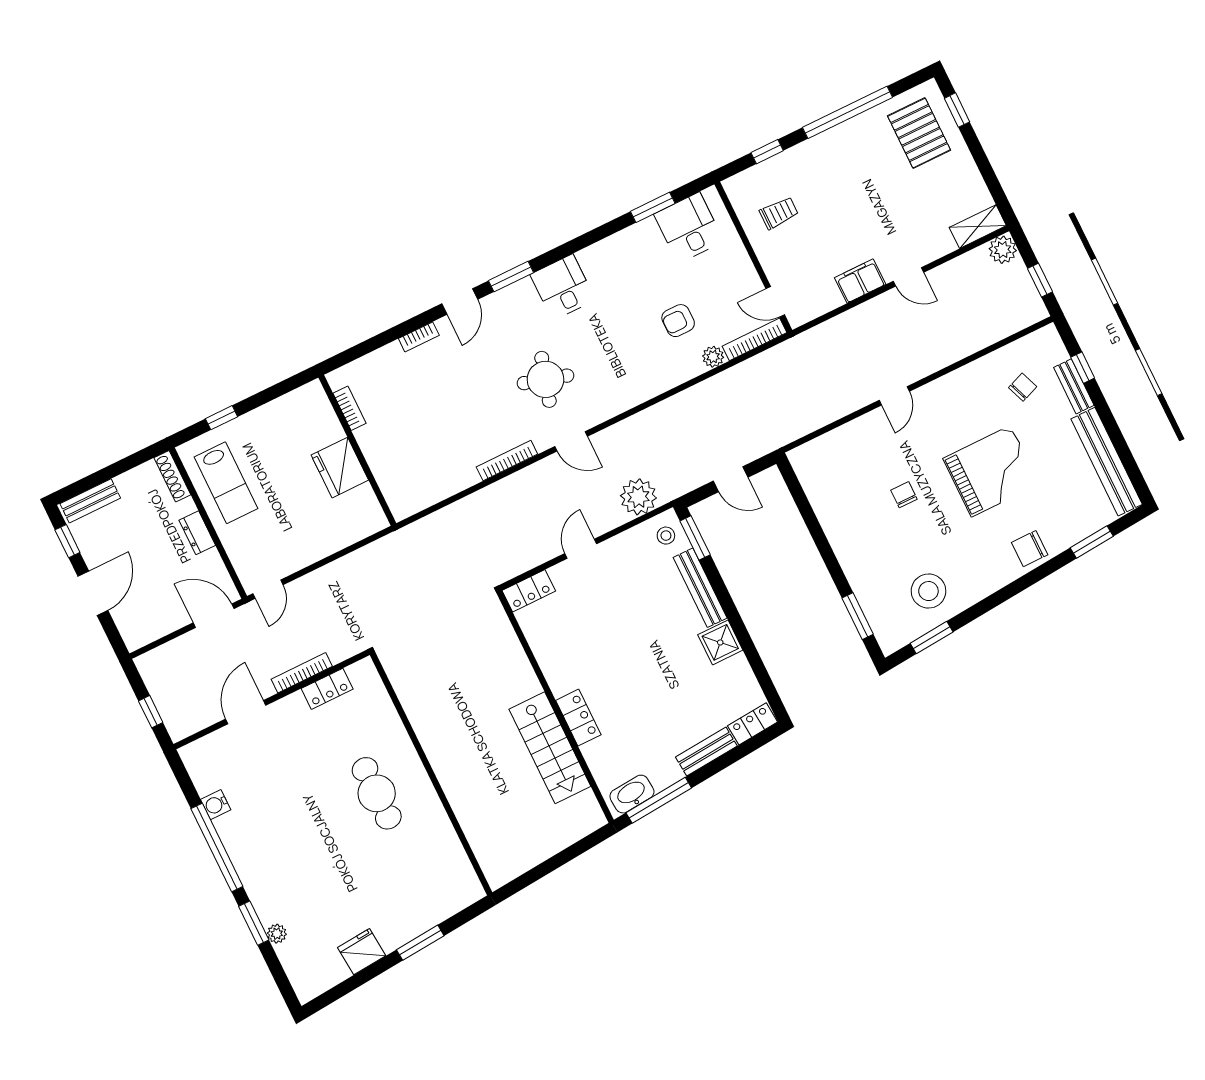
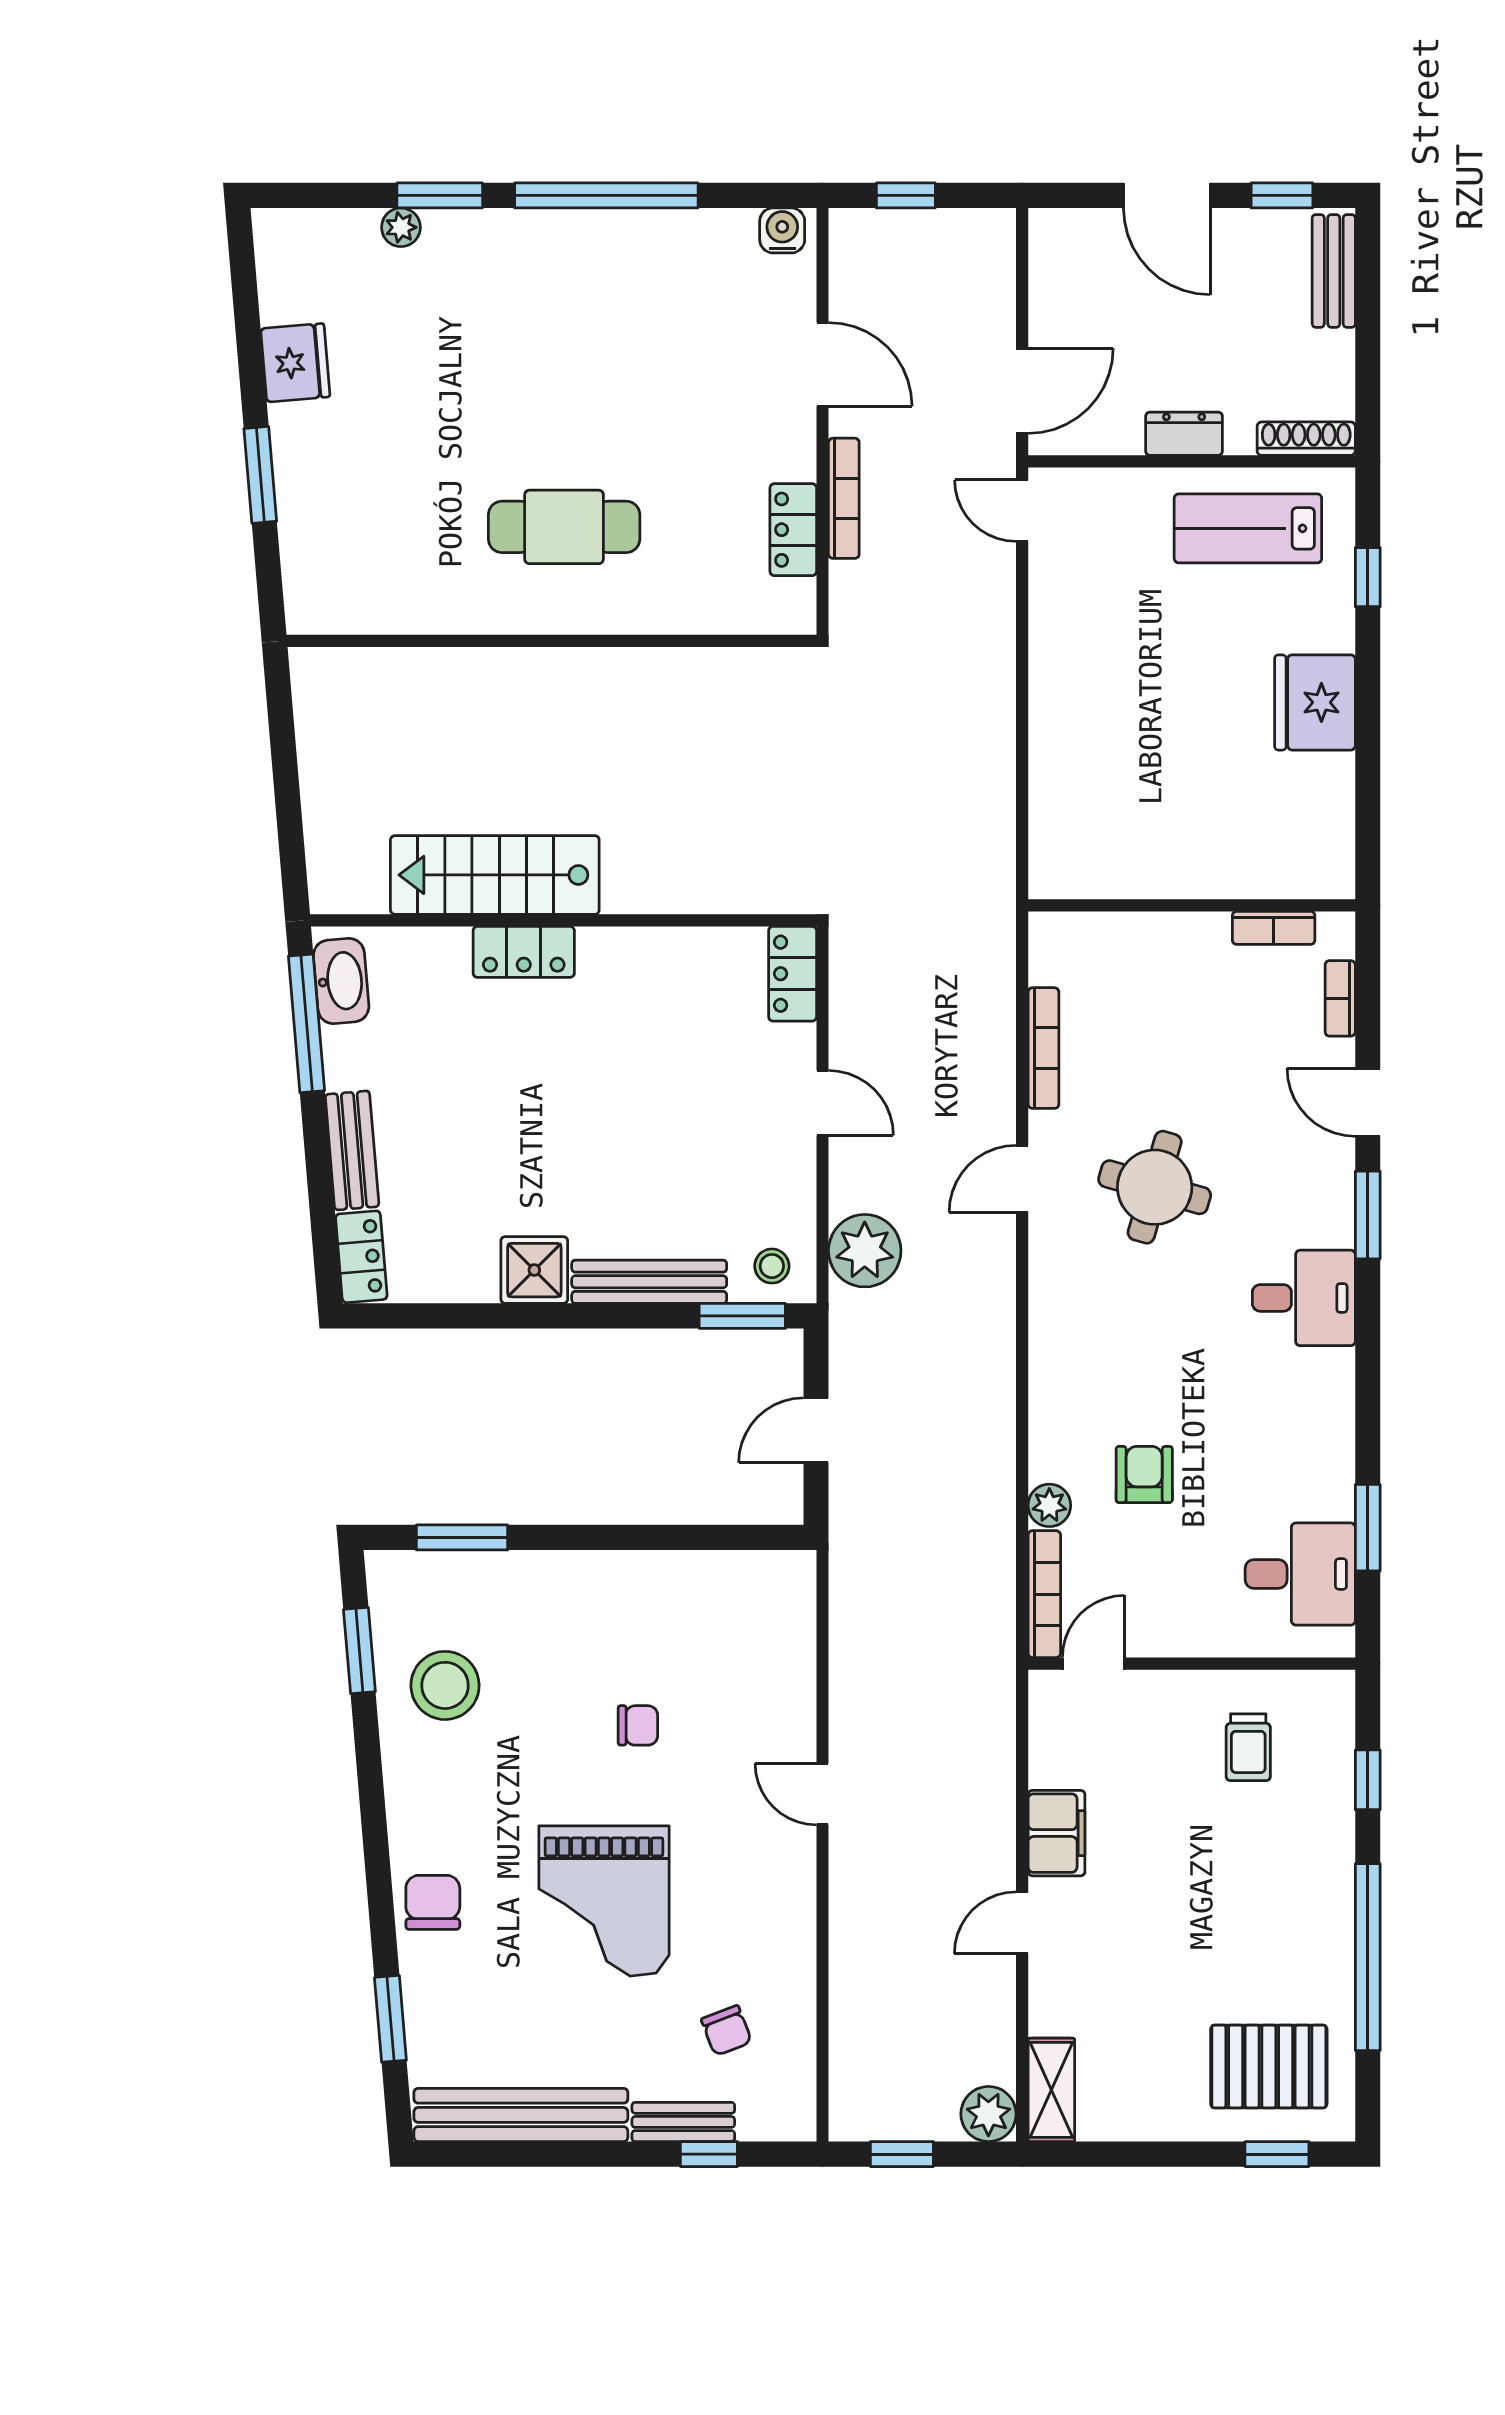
bookcase: (349, 408) -> (1274, 928), moved
wall: (357, 450) -> (1192, 905), moved
fridge: (340, 468) -> (1315, 702), moved, turned -90
water cooler: (216, 805) -> (782, 230), moved

